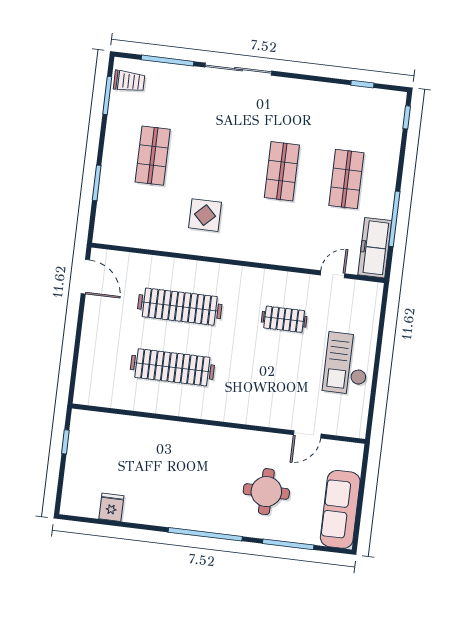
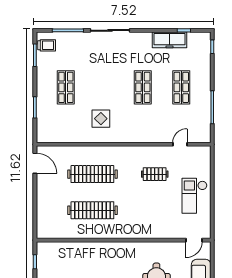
freezer: (375, 248) -> (170, 40), moved, turned -90
door: (307, 434) -> (194, 240), moved

